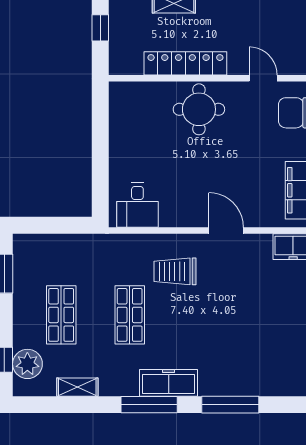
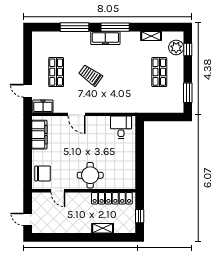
locker: (185, 63) -> (112, 198), moved
trolley: (175, 271) -> (90, 75), moved, turned -145
shop shelf: (130, 315) -> (56, 72), moved

